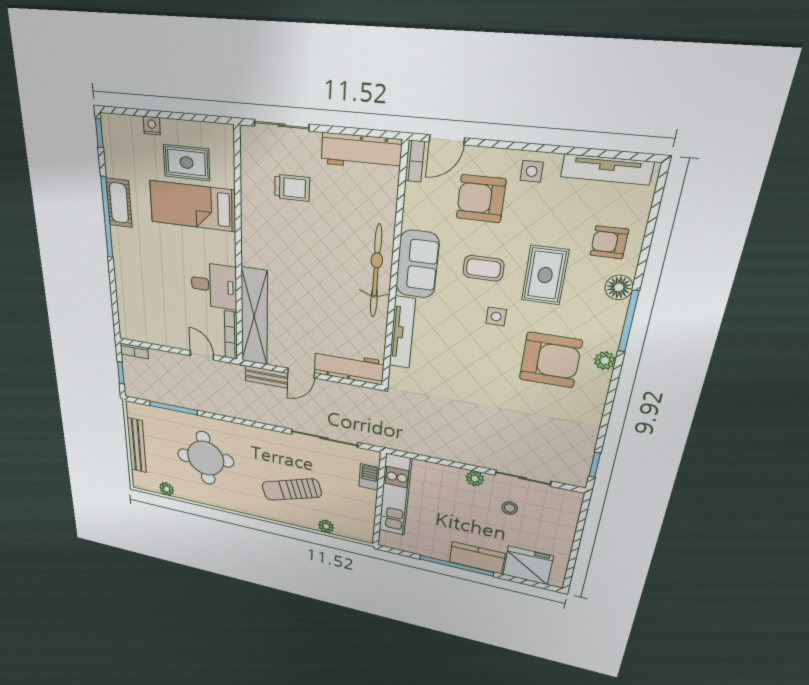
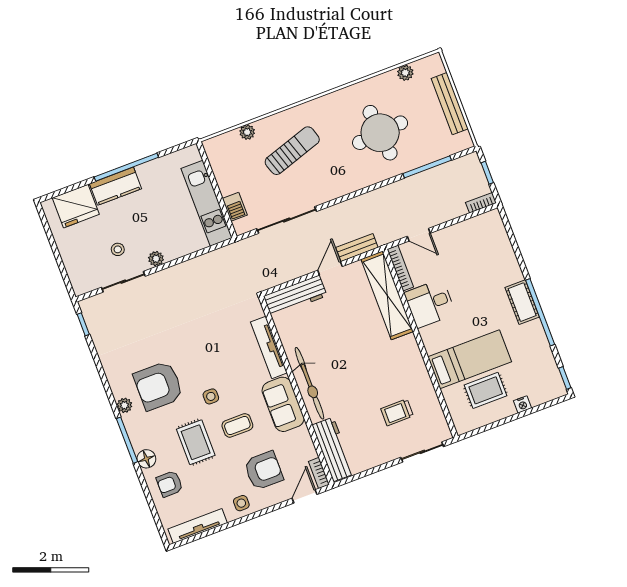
workbench: (361, 151) -> (333, 449), moved, turned 90
cot: (119, 203) -> (522, 302), moved
armchair: (609, 242) -> (170, 484), turned 180

